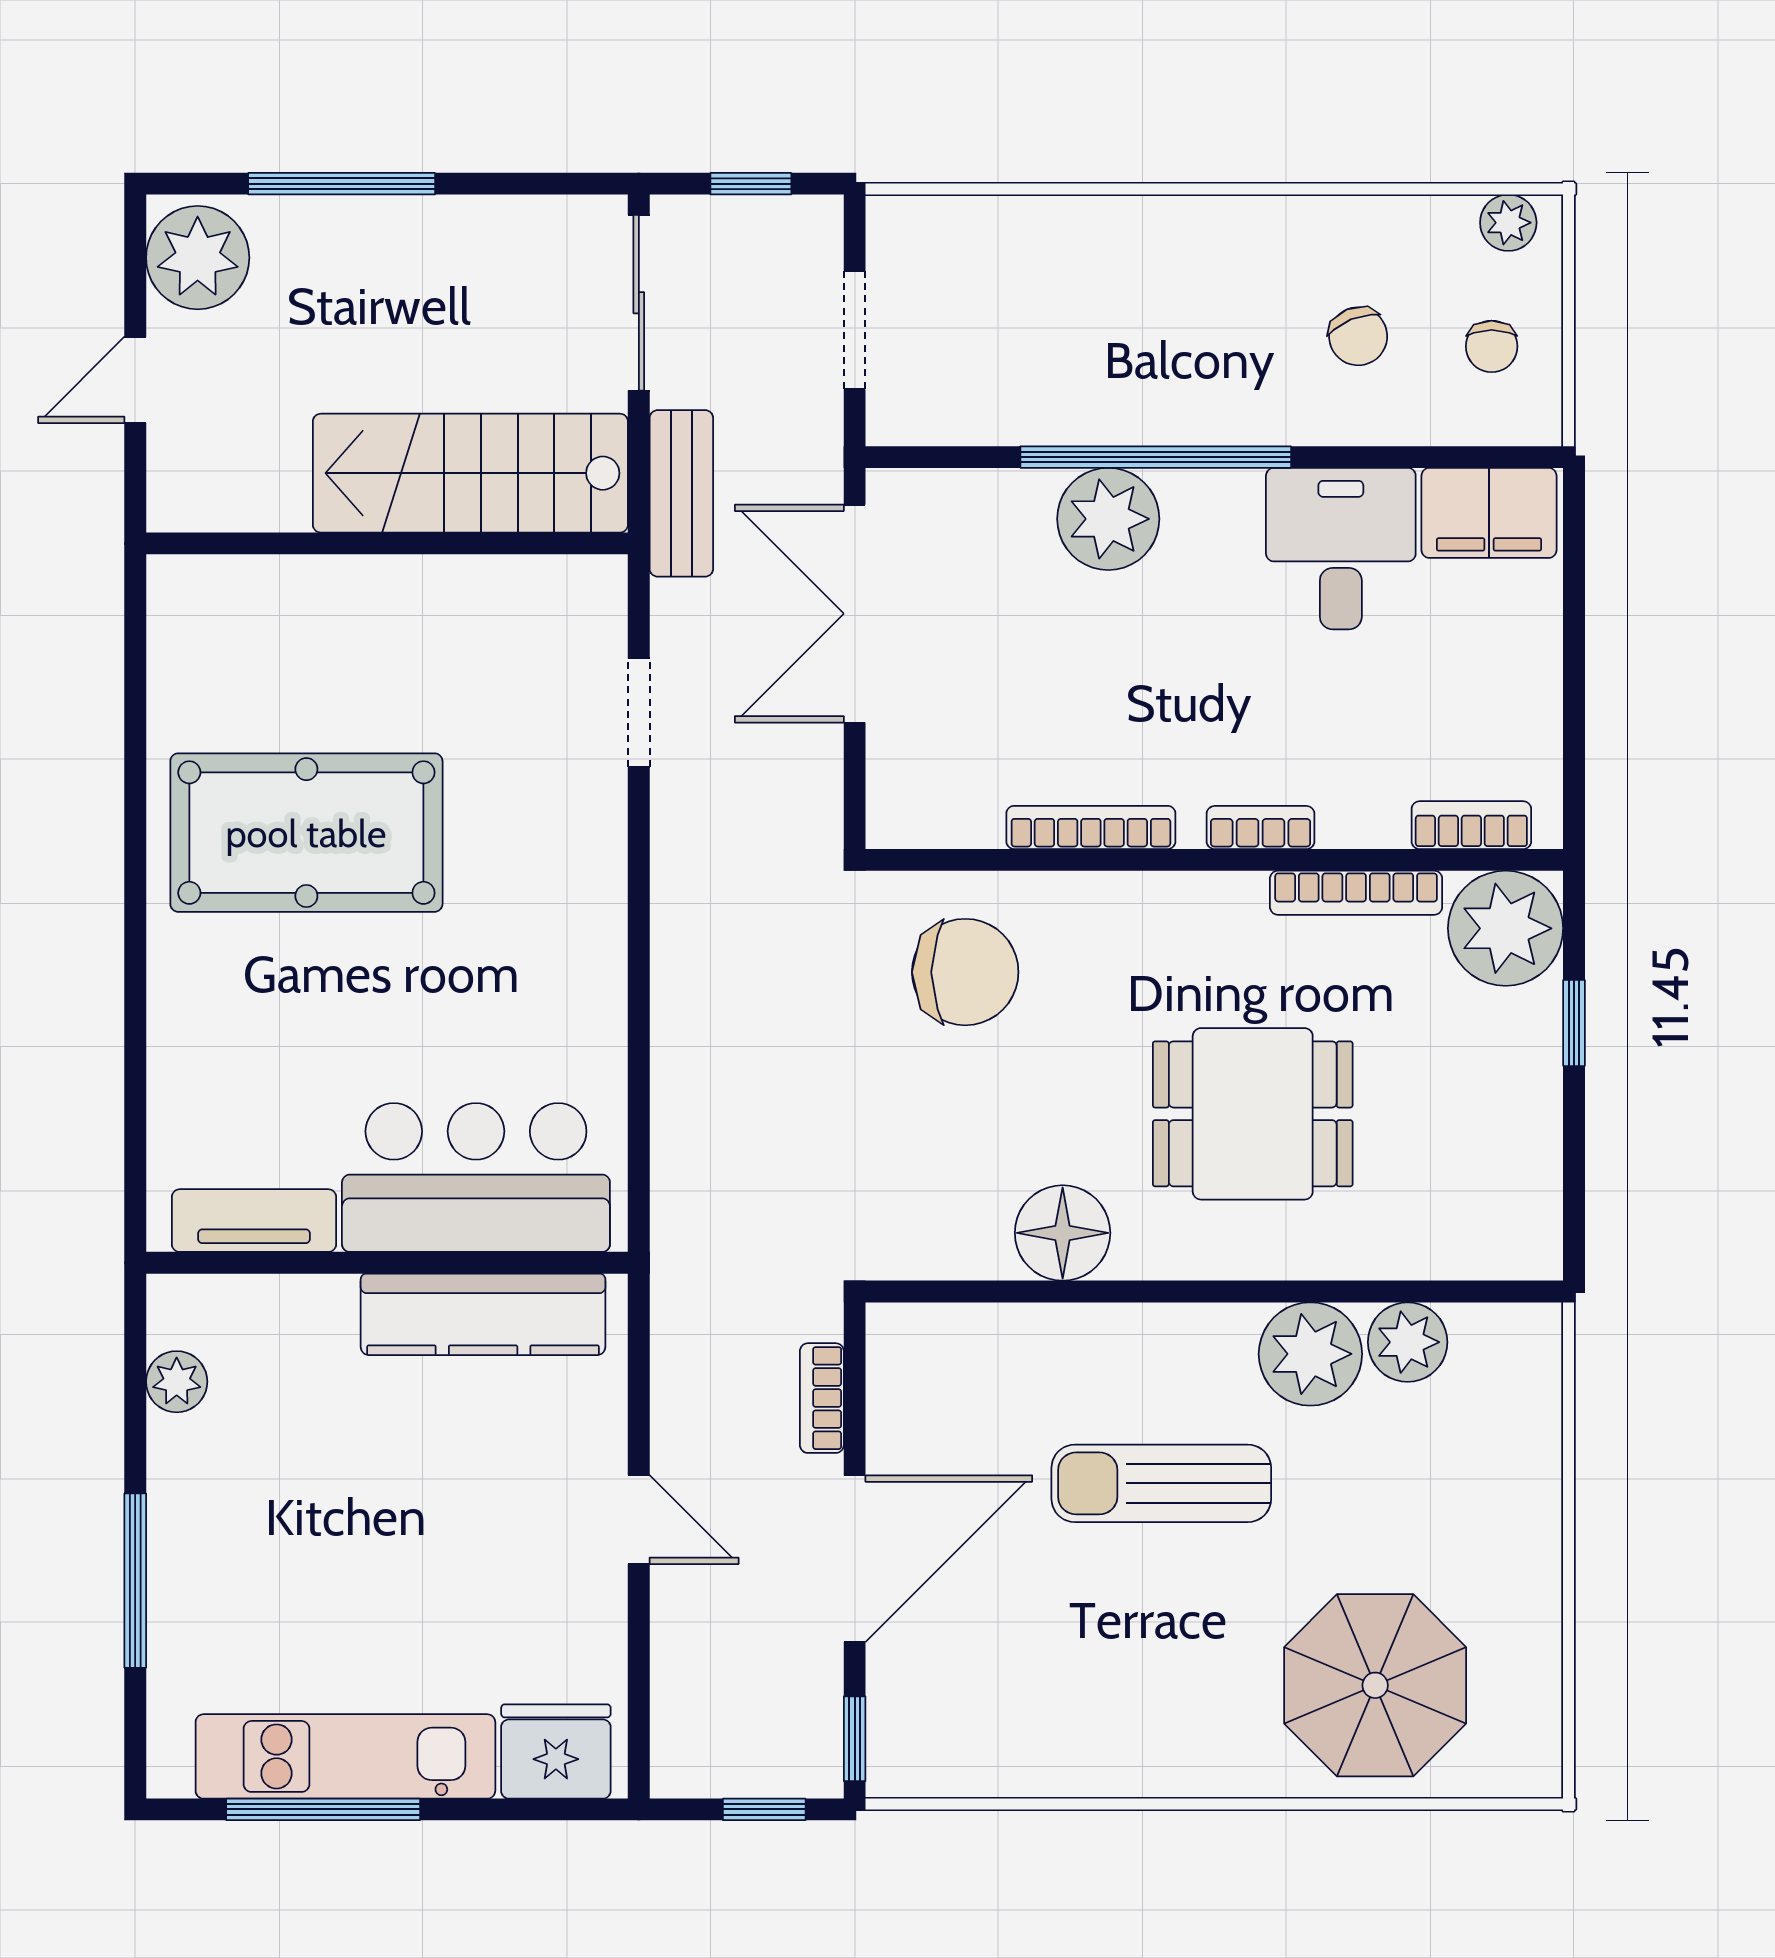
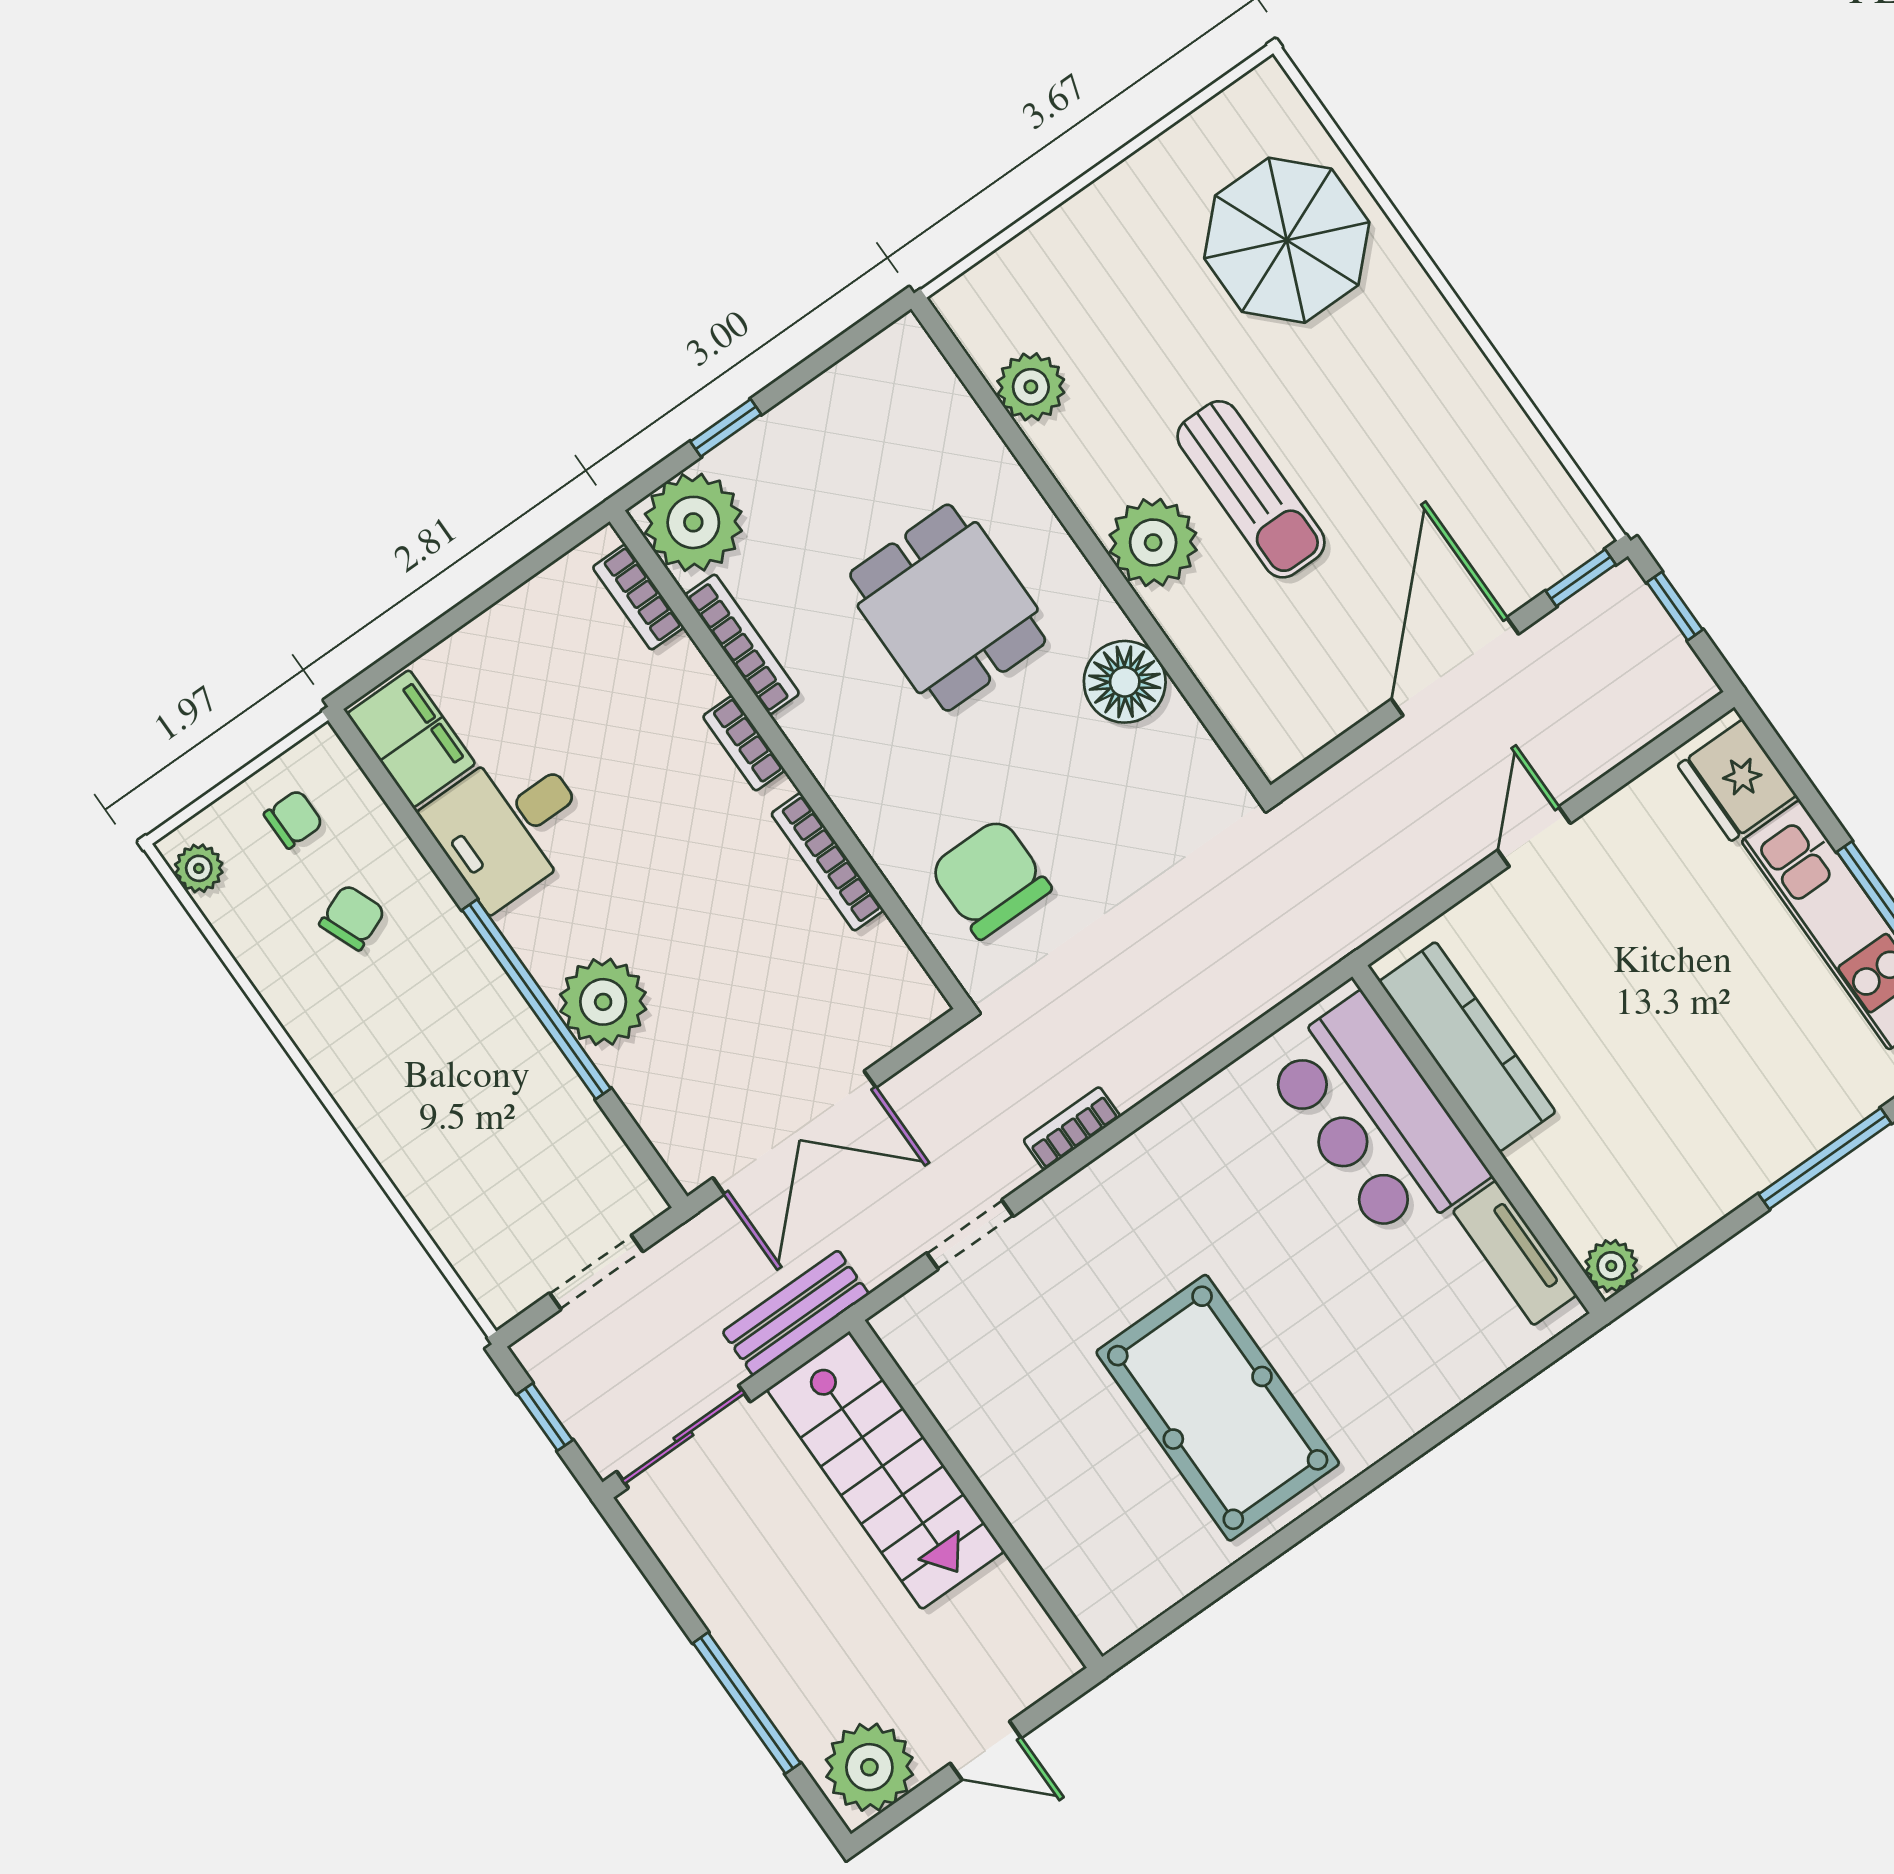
plant: (1310, 1354) -> (1153, 542), moved
plant: (177, 1382) -> (1611, 1266), moved
bookcase: (822, 1398) -> (1072, 1128), moved, turned 180
door: (855, 1559) -> (1455, 667), hinge flipped

